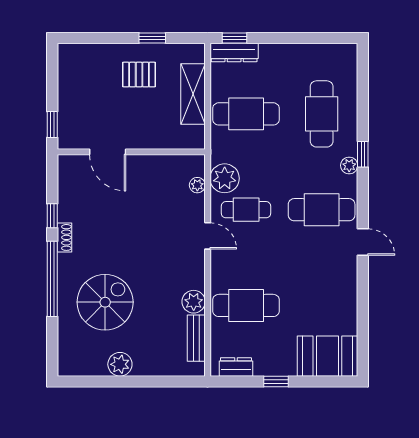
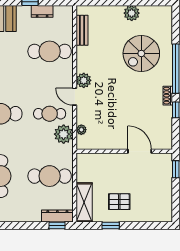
shelving: (193, 94) -> (84, 202), moved
plant: (194, 302) -> (84, 80), moved
dresser: (236, 367) -> (42, 11), moved

